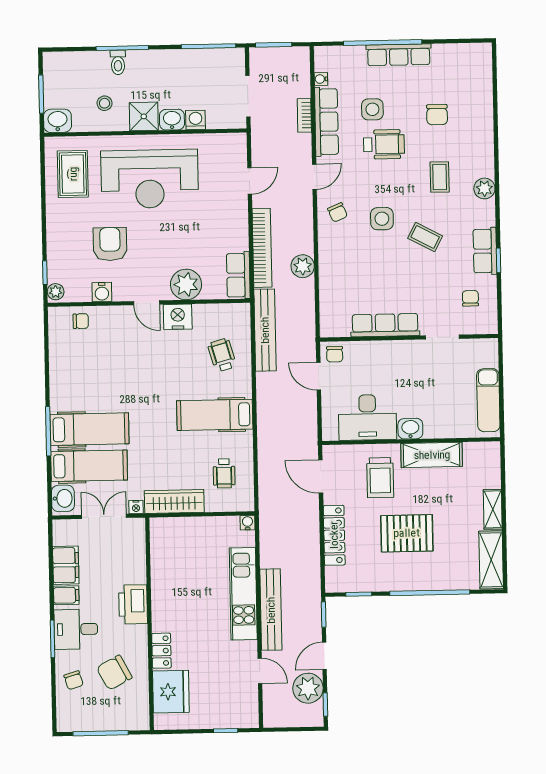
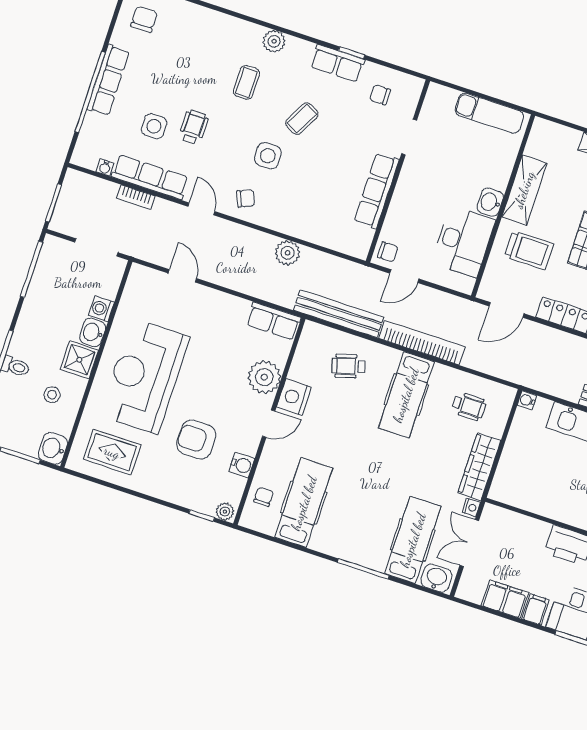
chair: (437, 115) -> (144, 19), moved, turned -90
wheelchair: (384, 144) -> (193, 127), width x0.73, depth x0.73
coffee table: (440, 177) -> (246, 82), turned 90
reception desk: (150, 179) -> (145, 376), turned 180
bookcase: (262, 248) -> (422, 343), moved
hospital bed: (89, 429) -> (304, 503), moved

